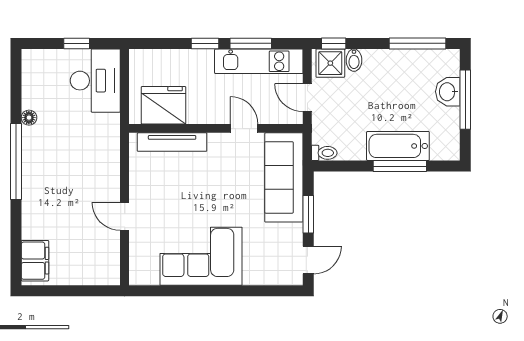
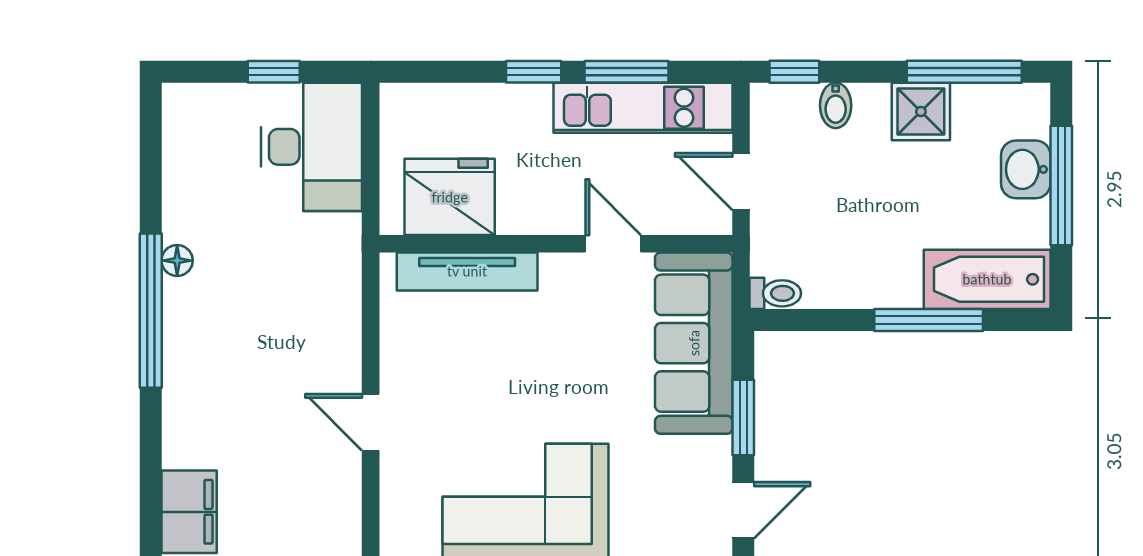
shower: (330, 63) -> (921, 111), moved
floor lamp: (29, 118) -> (177, 261), moved
bathtub: (398, 146) -> (987, 279), moved

